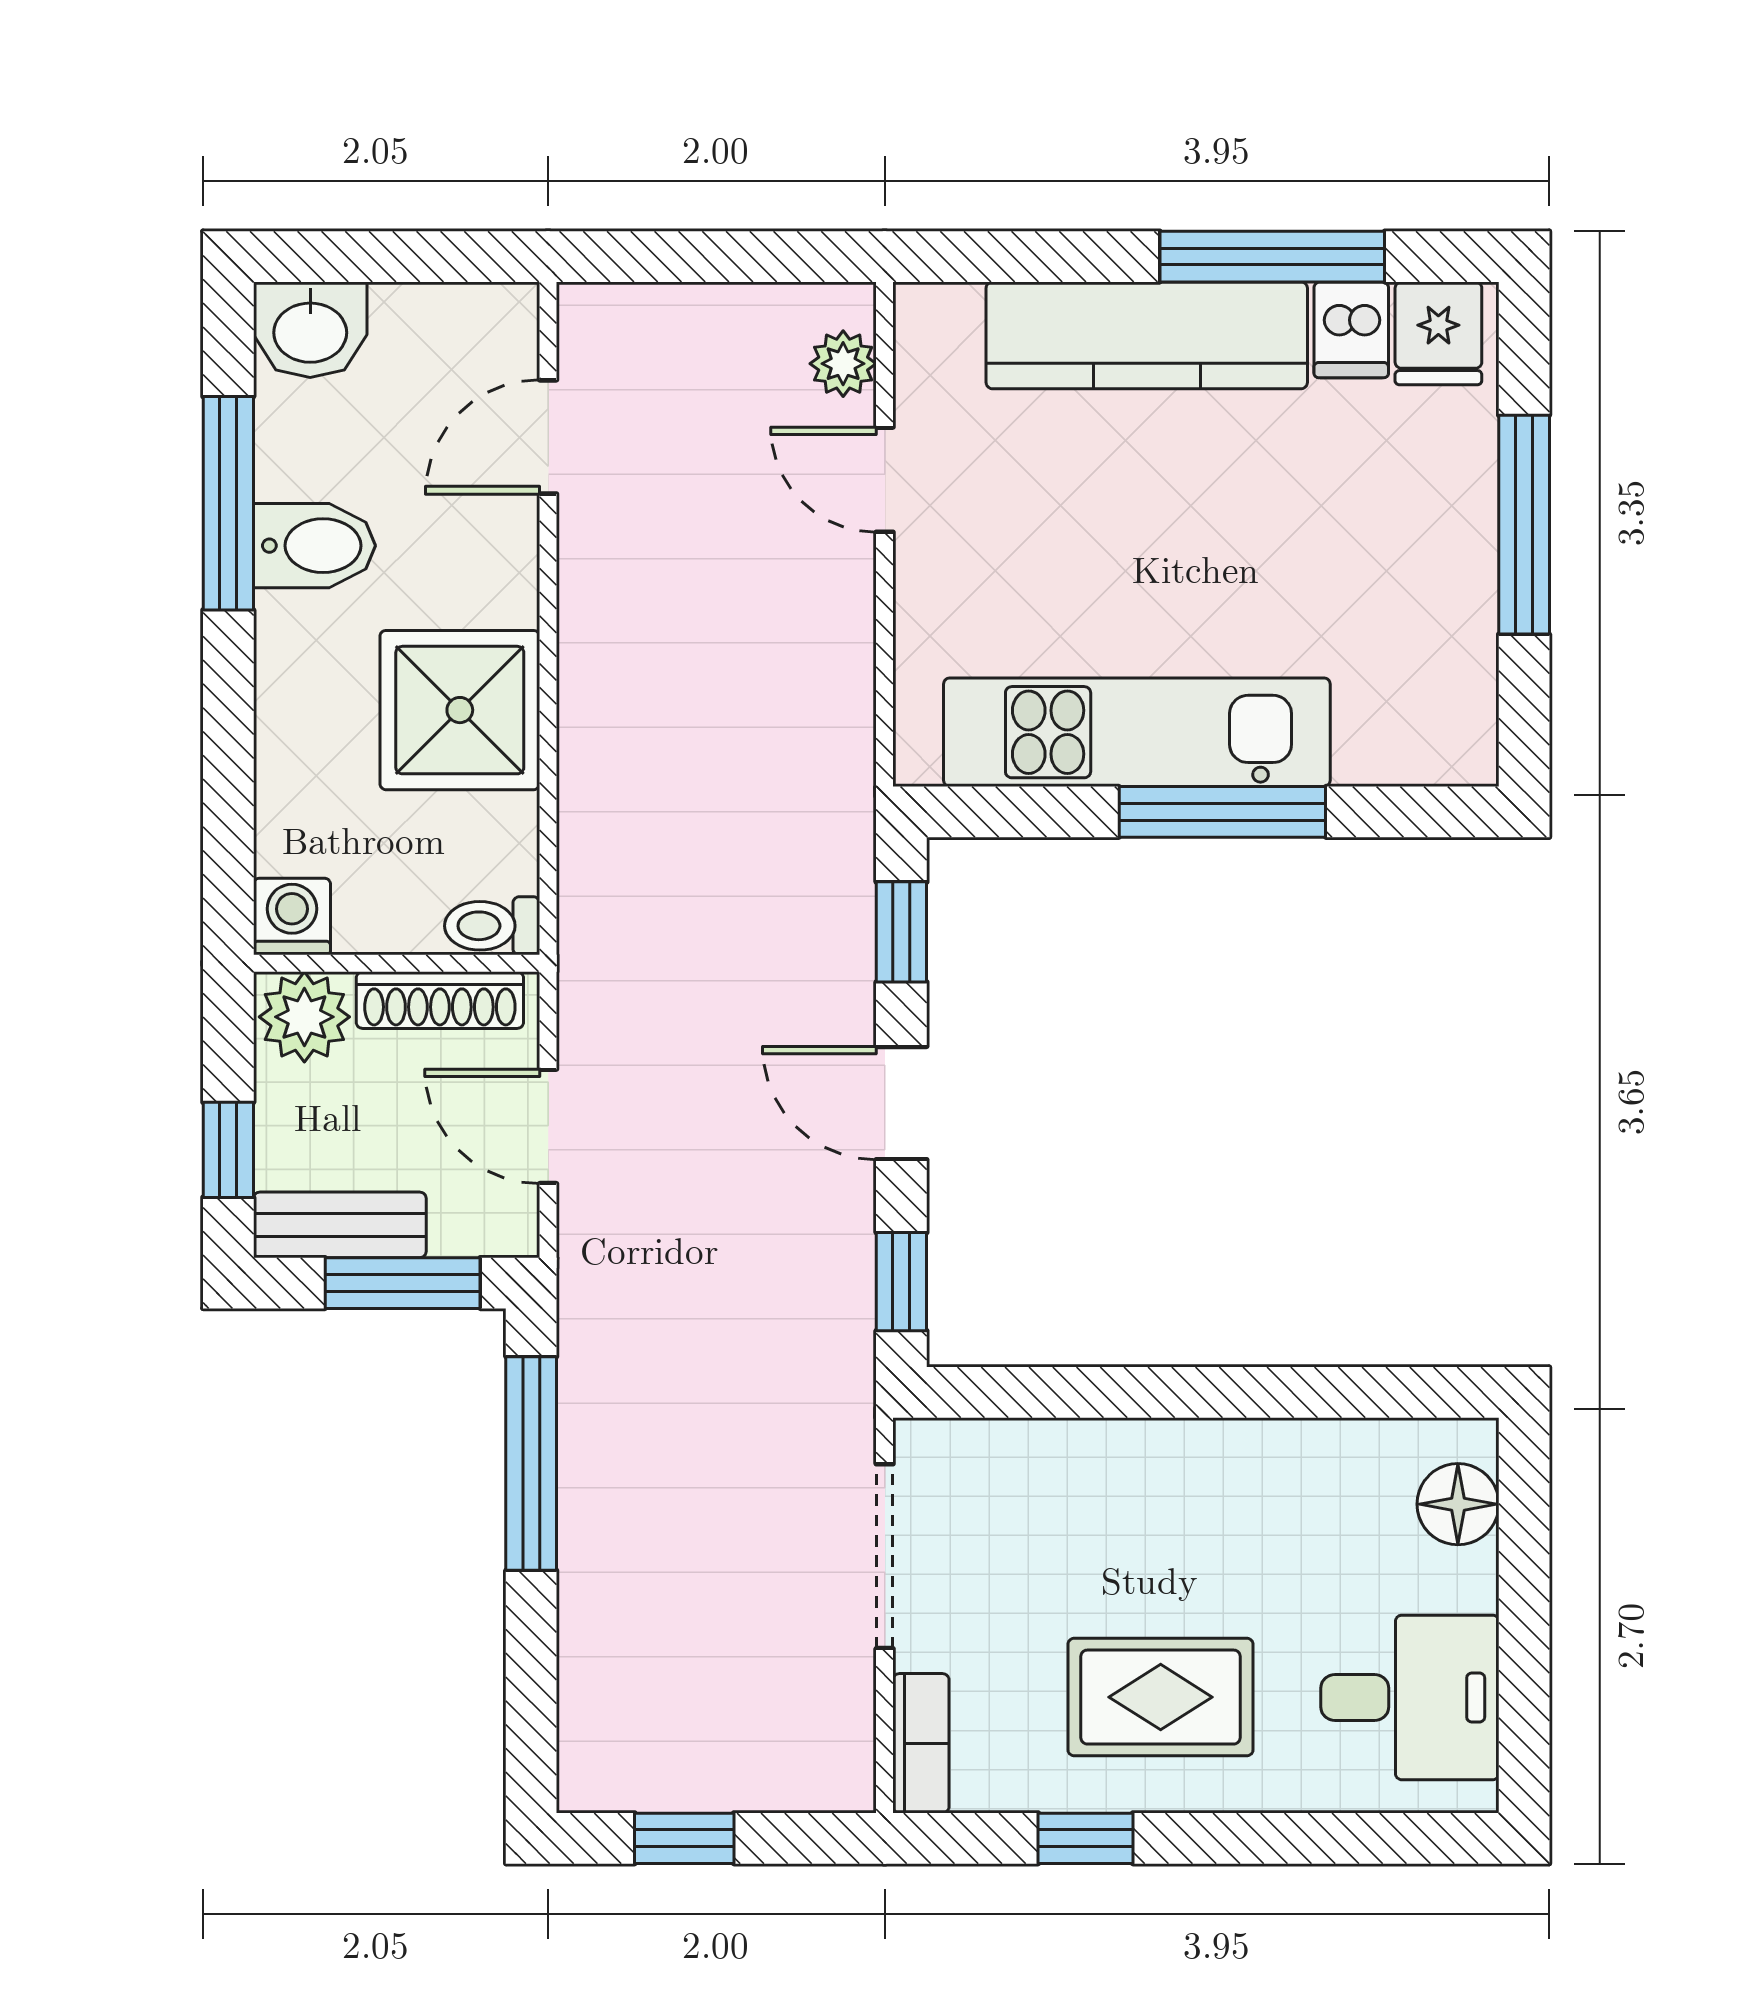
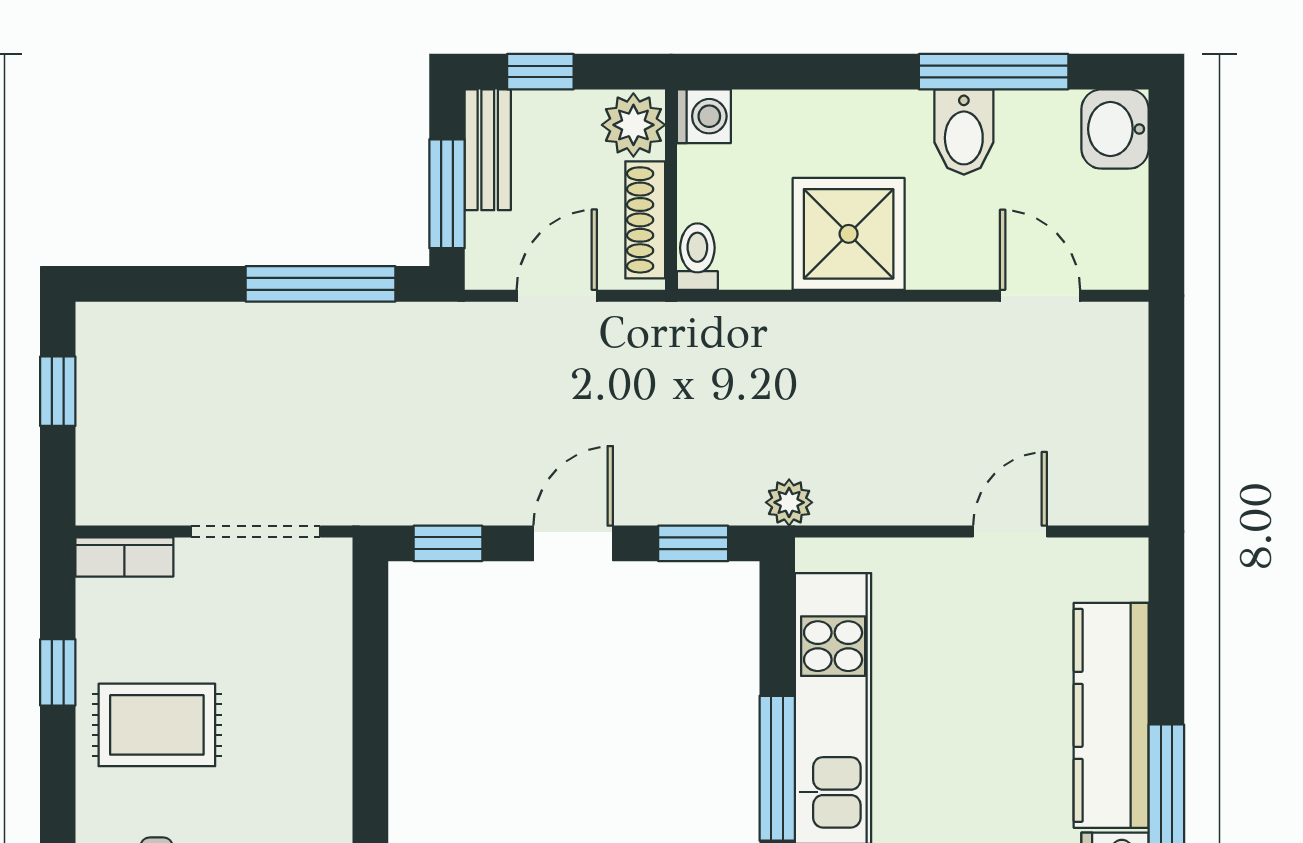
plant: (843, 364) -> (789, 502), moved
rug: (1161, 1697) -> (157, 725), turned 90

